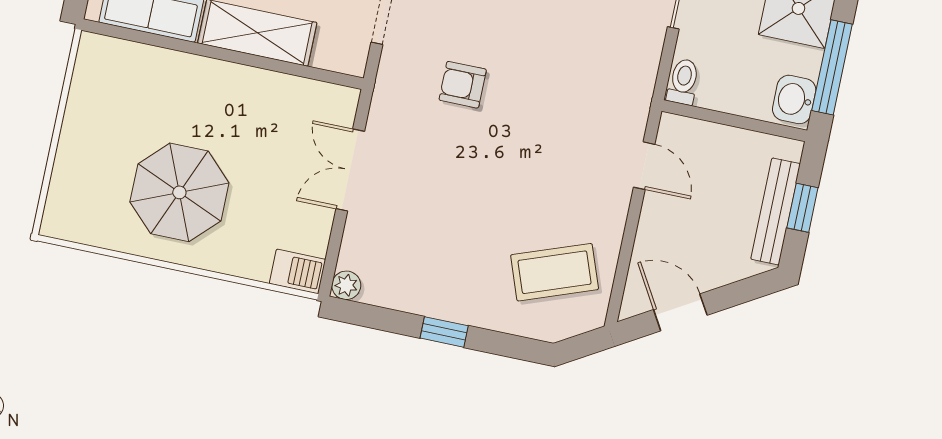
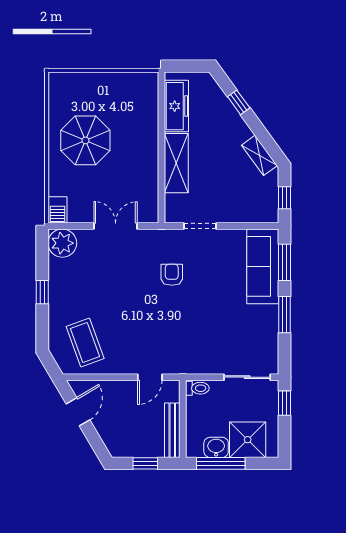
washbasin: (794, 99) -> (216, 447), moved
bench: (776, 211) -> (172, 430), moved, turned 90
plant: (346, 285) -> (62, 243), width x1.88, depth x1.88

